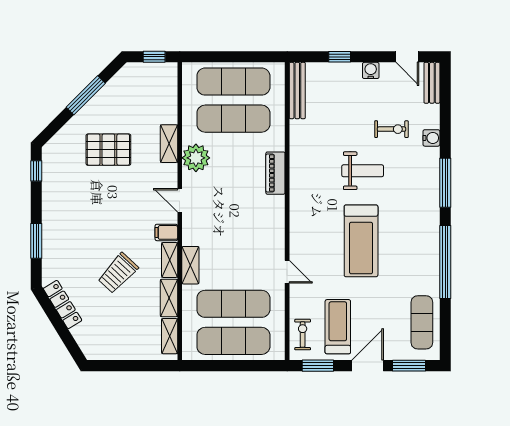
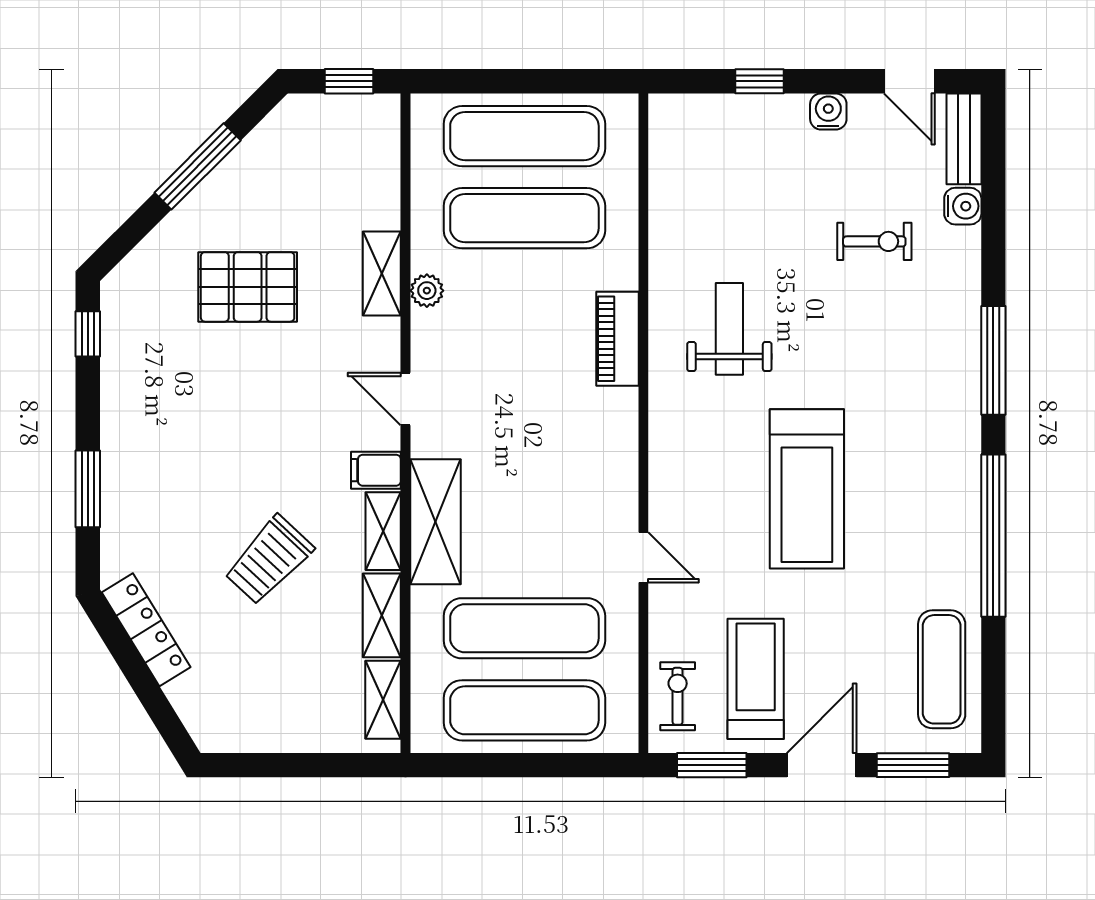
bench: (297, 91) -> (666, 156), removed
water cooler: (431, 138) -> (963, 206), moved
plant: (196, 158) -> (427, 291), width x0.53, depth x0.53
weight bench: (363, 171) -> (729, 329), moved, turned -90
shelving: (190, 265) -> (435, 522), width x1.50, depth x1.33

